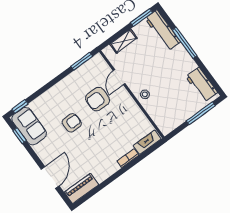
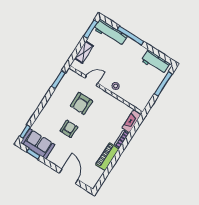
door: (119, 77) -> (91, 81), swing flipped
piano: (81, 188) -> (107, 157), moved

